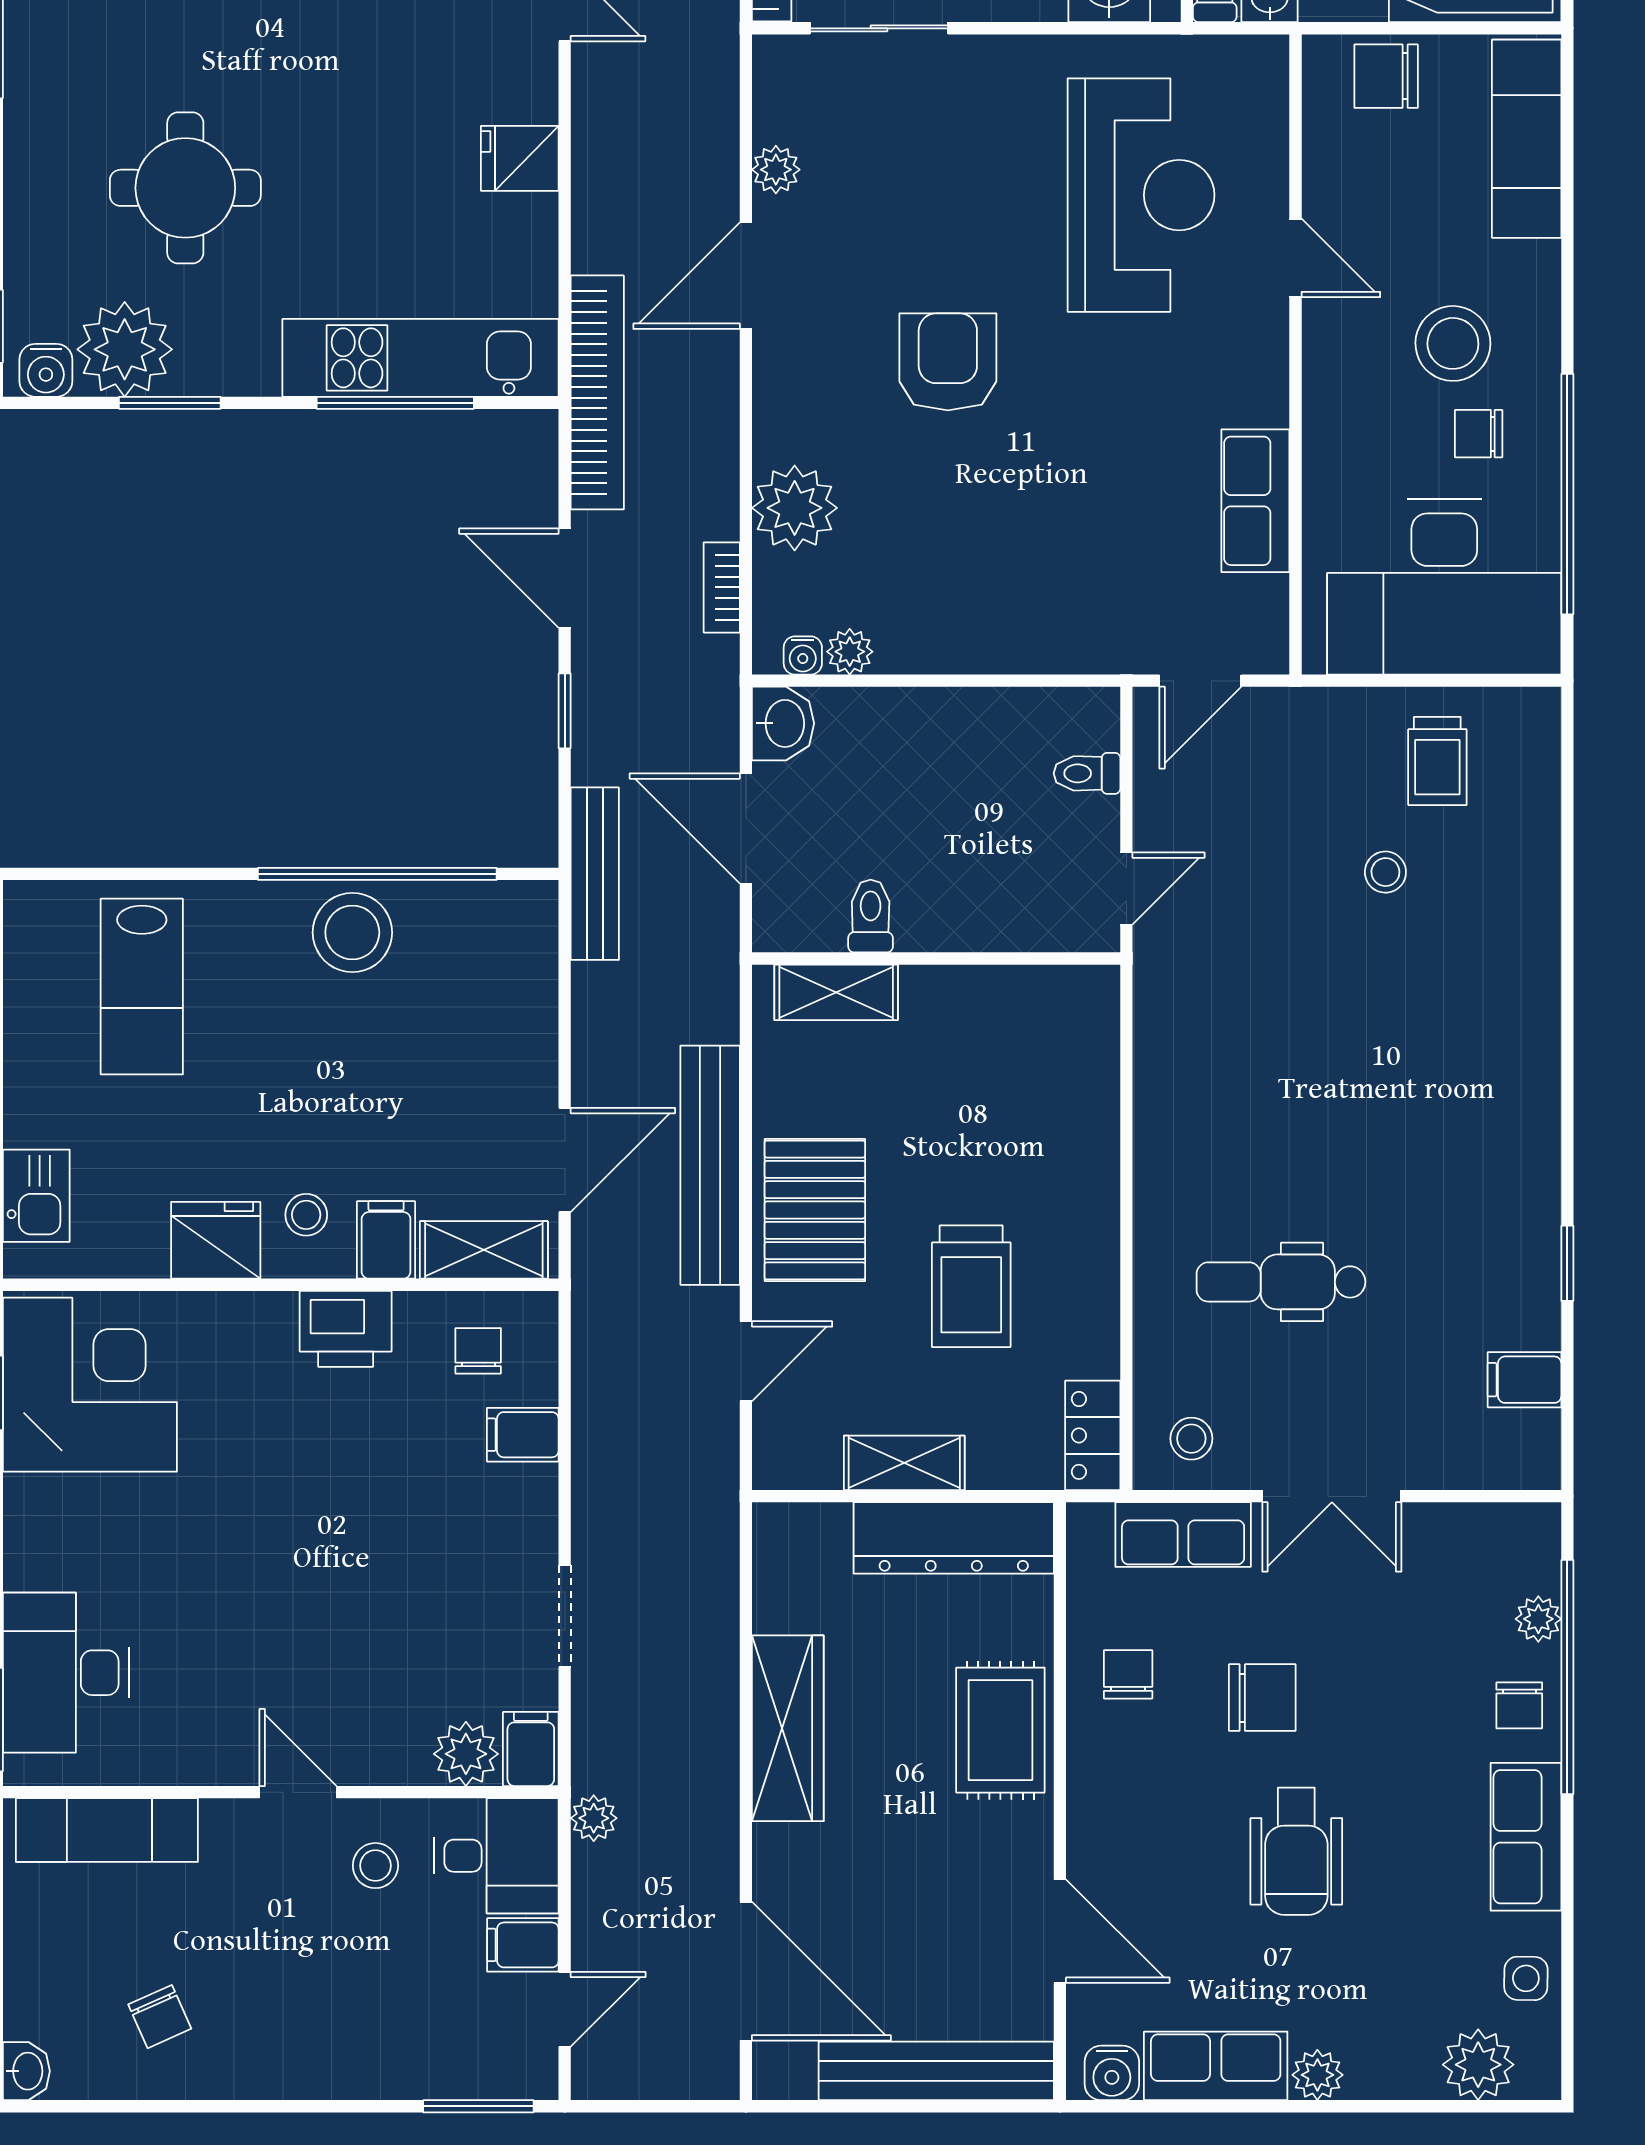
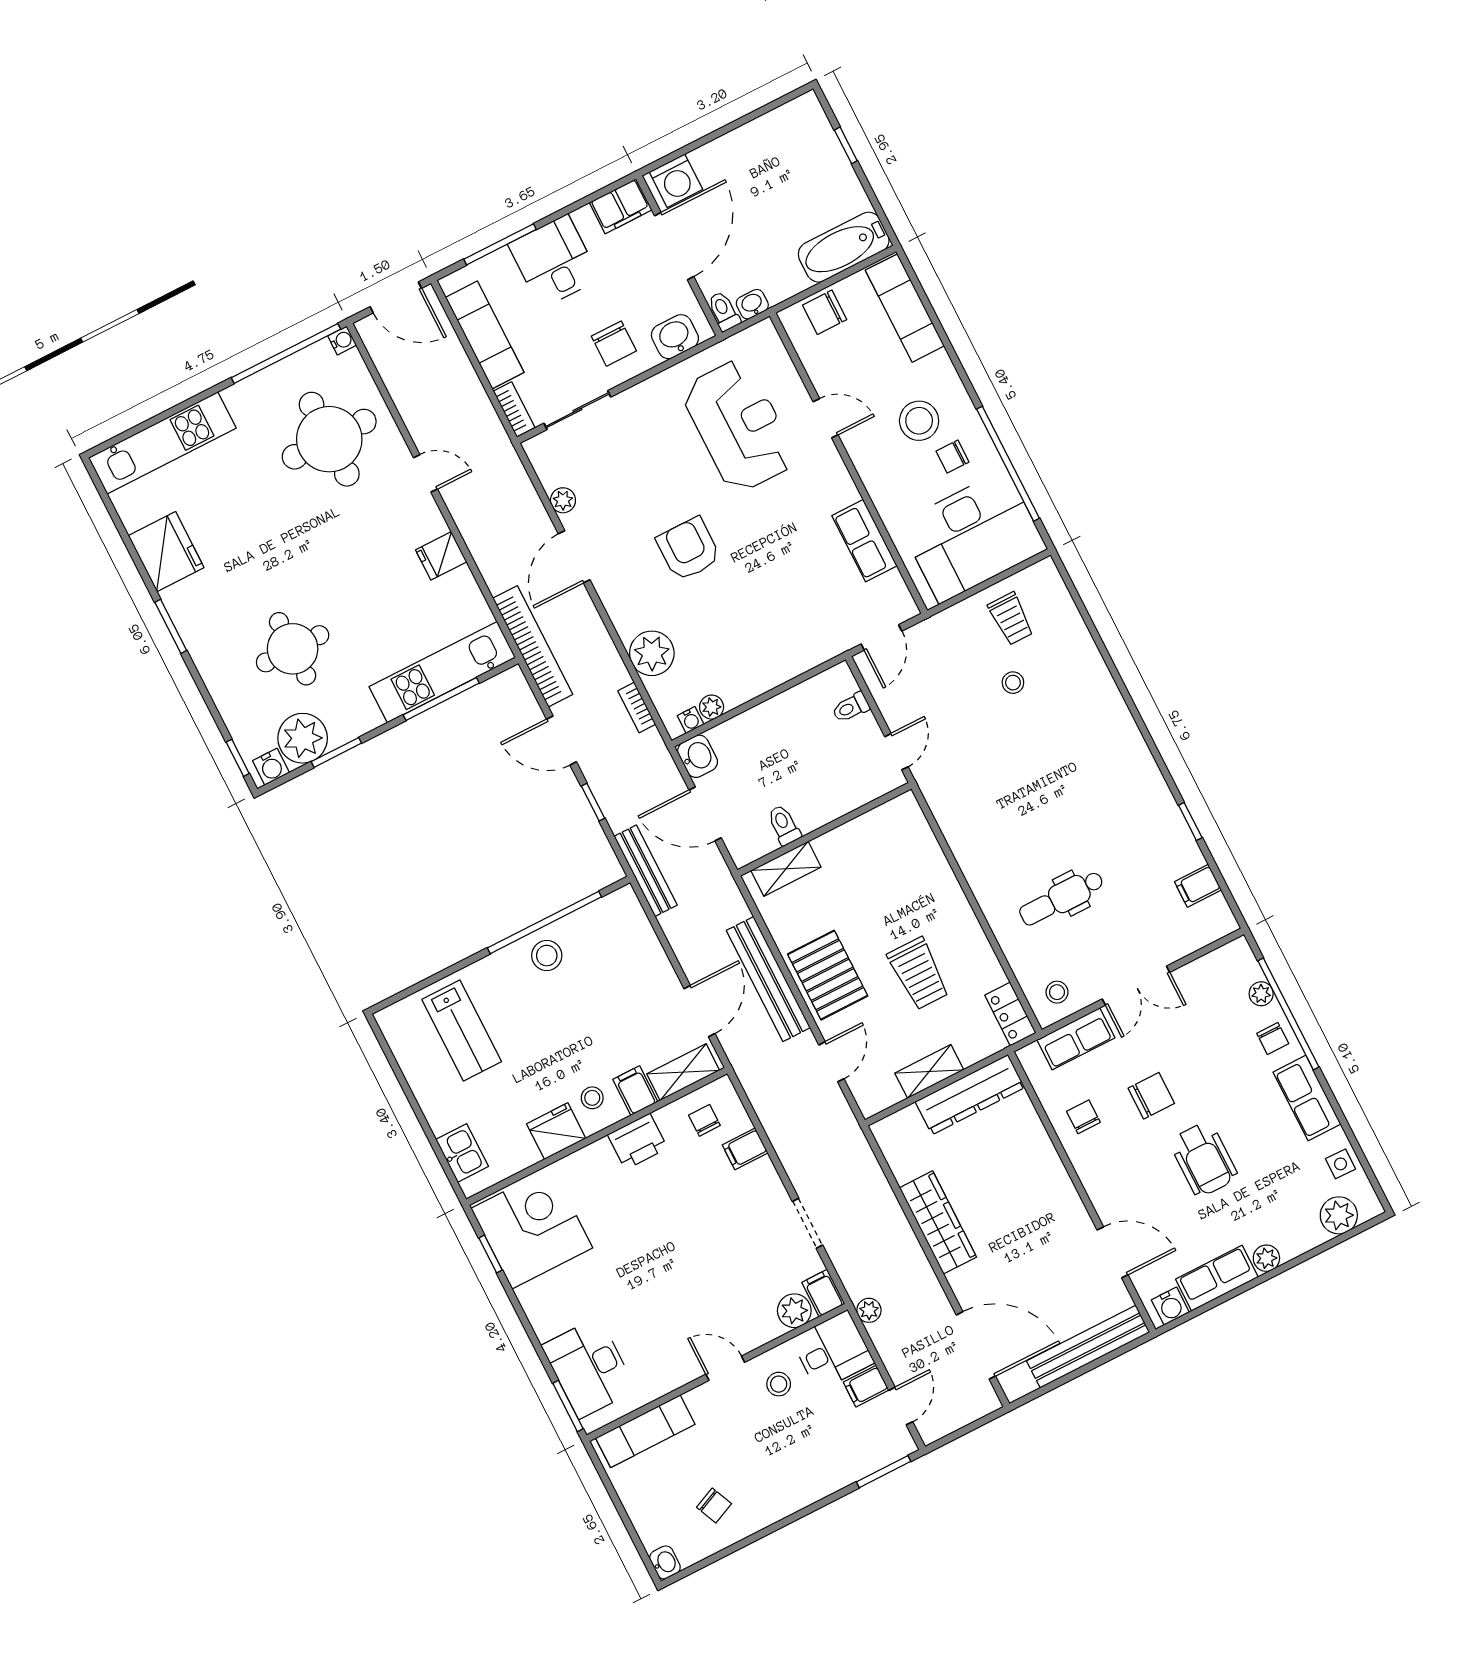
stool: (352, 932) -> (547, 956), width x0.73, depth x0.73
rug: (1000, 1730) -> (1037, 1173), removed

